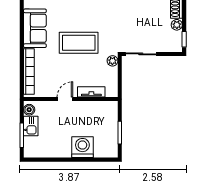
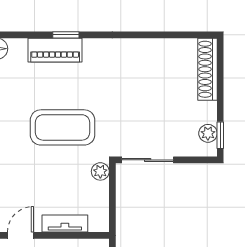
plant: (177, 25) -> (208, 133), moved
coffee table: (79, 43) -> (63, 127), moved

